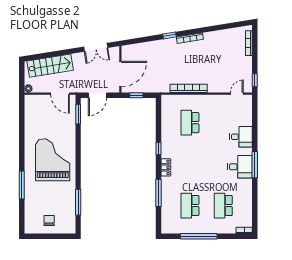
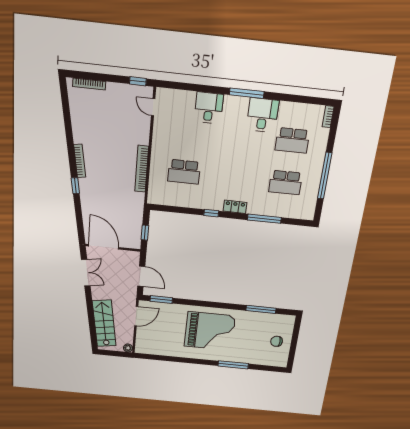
door: (120, 74) -> (104, 247), moved
grand piano: (53, 160) -> (210, 331), turned 180
desk: (240, 167) -> (262, 115), moved

